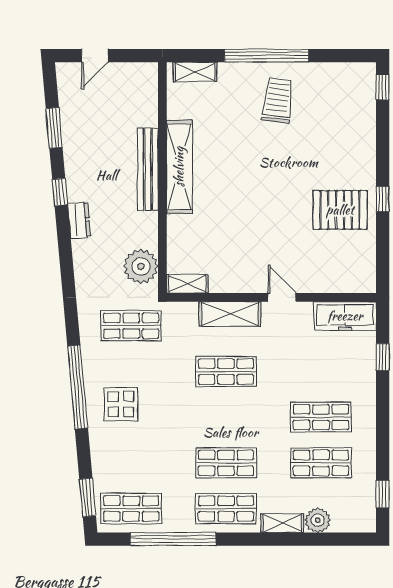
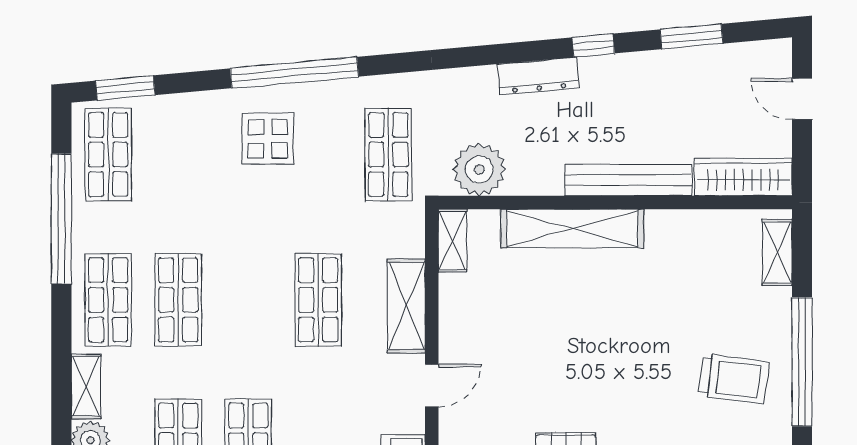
wardrobe: (146, 94) -> (743, 177), added
shelving: (179, 167) -> (572, 228), moved
dresser: (79, 220) -> (538, 76), width x1.44

